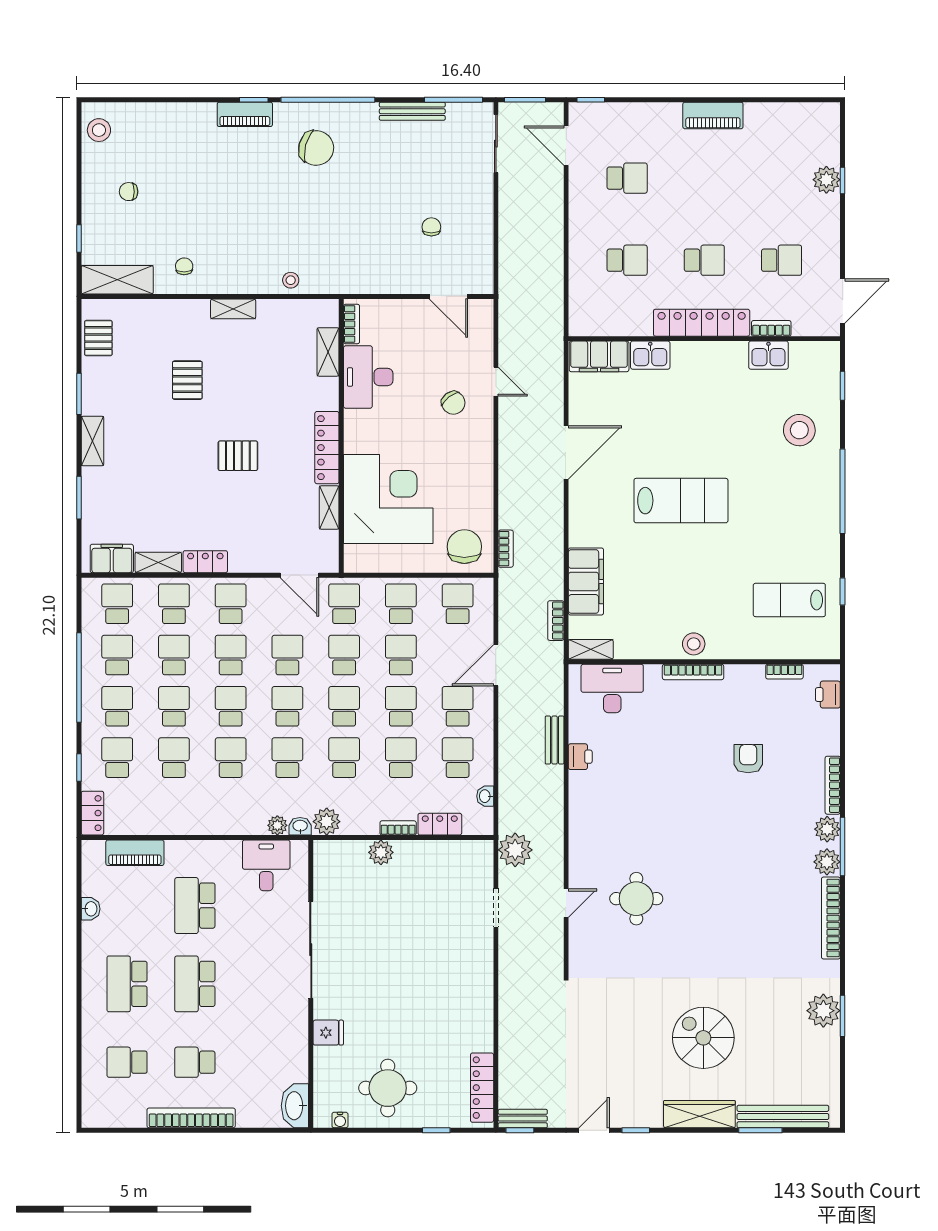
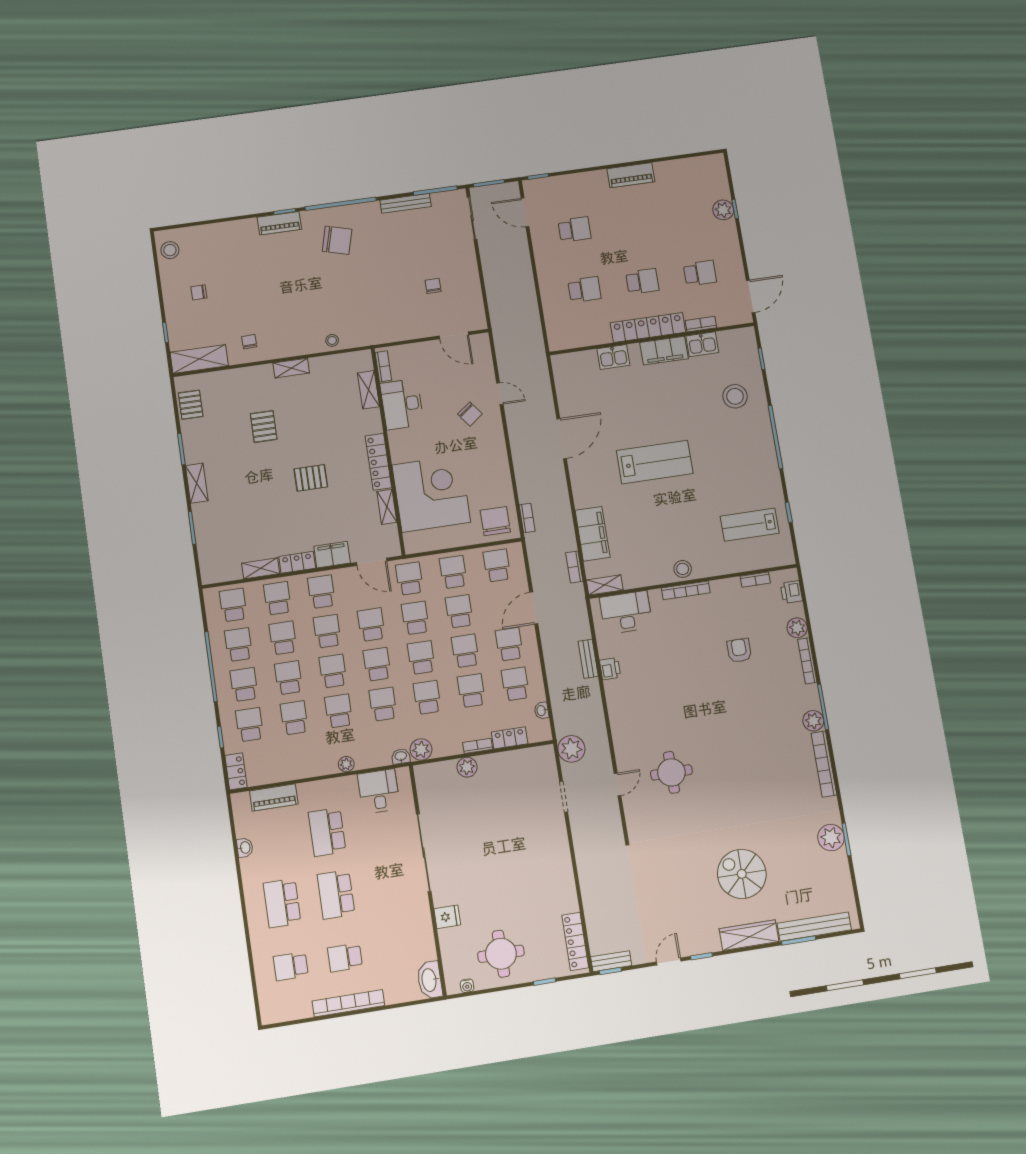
filing cabinet: (599, 356) -> (664, 351), moved
filing cabinet: (112, 558) -> (332, 555), moved
plant: (277, 825) -> (346, 764), moved
plant: (827, 829) -> (797, 628), moved

